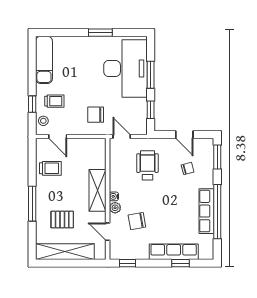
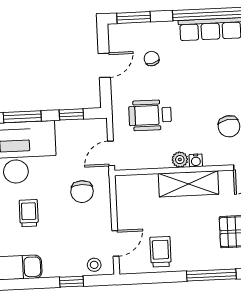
trolley: (54, 101) -> (29, 213), moved
plant: (115, 208) -> (180, 160), moved

